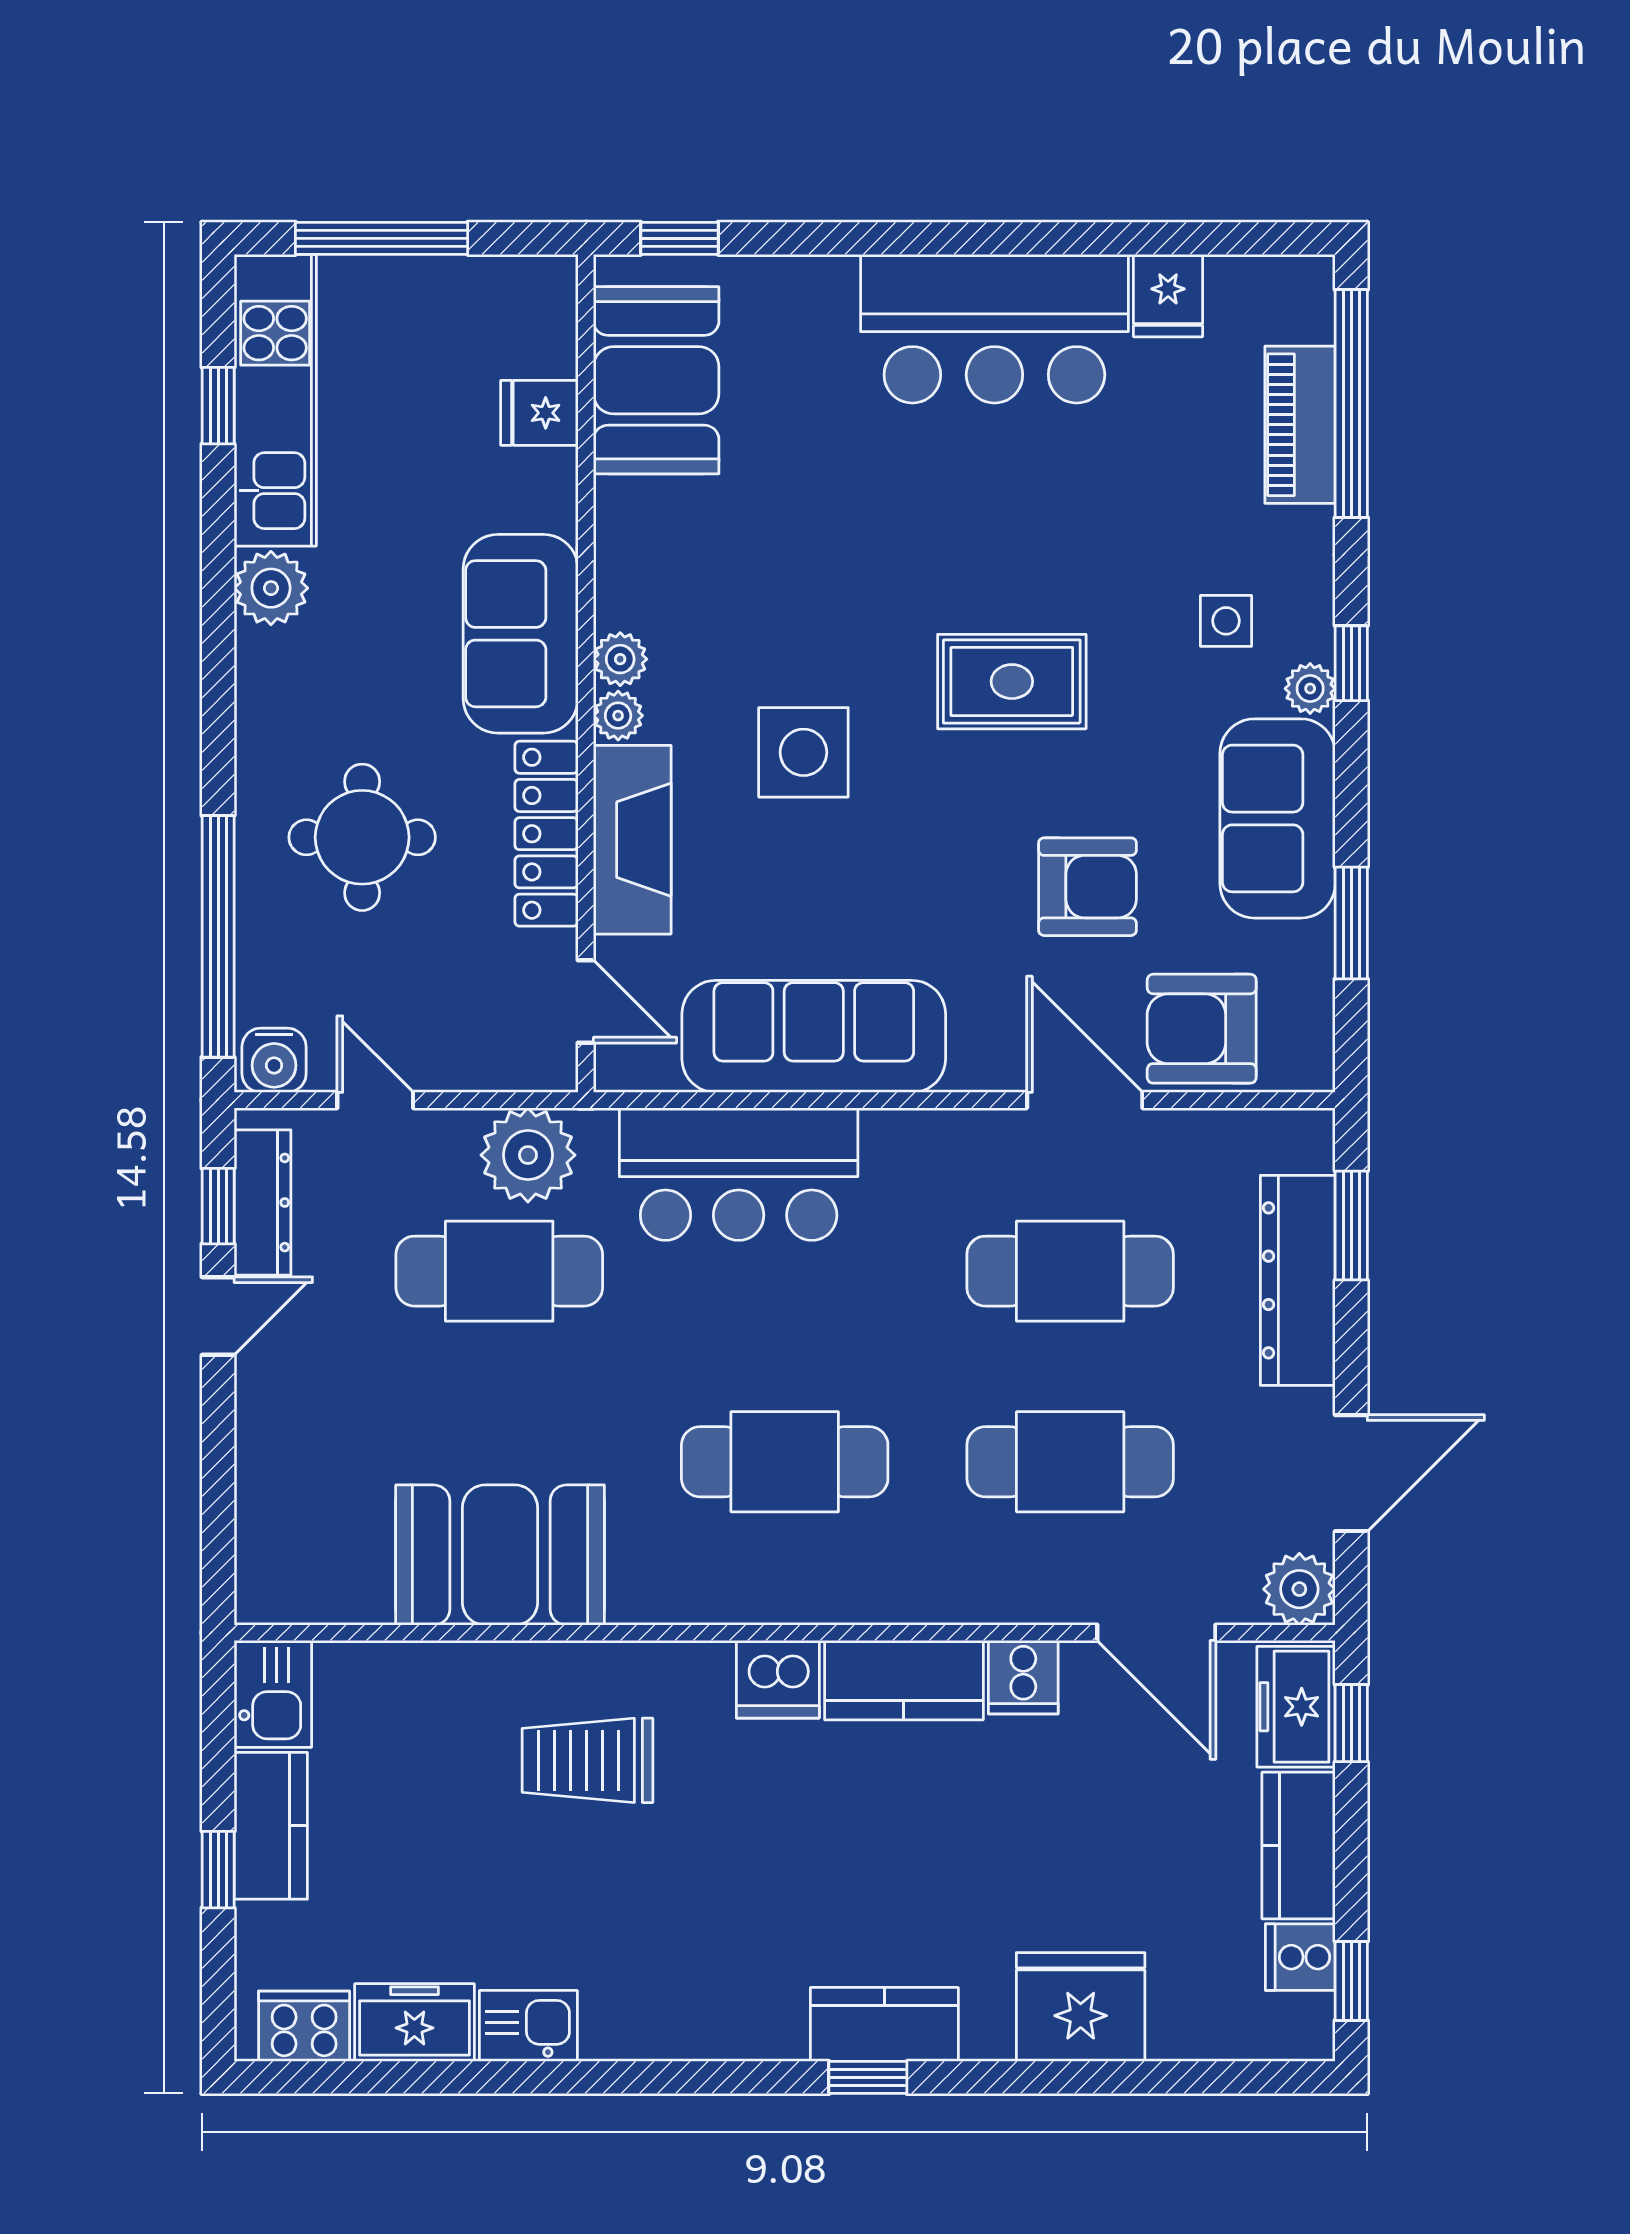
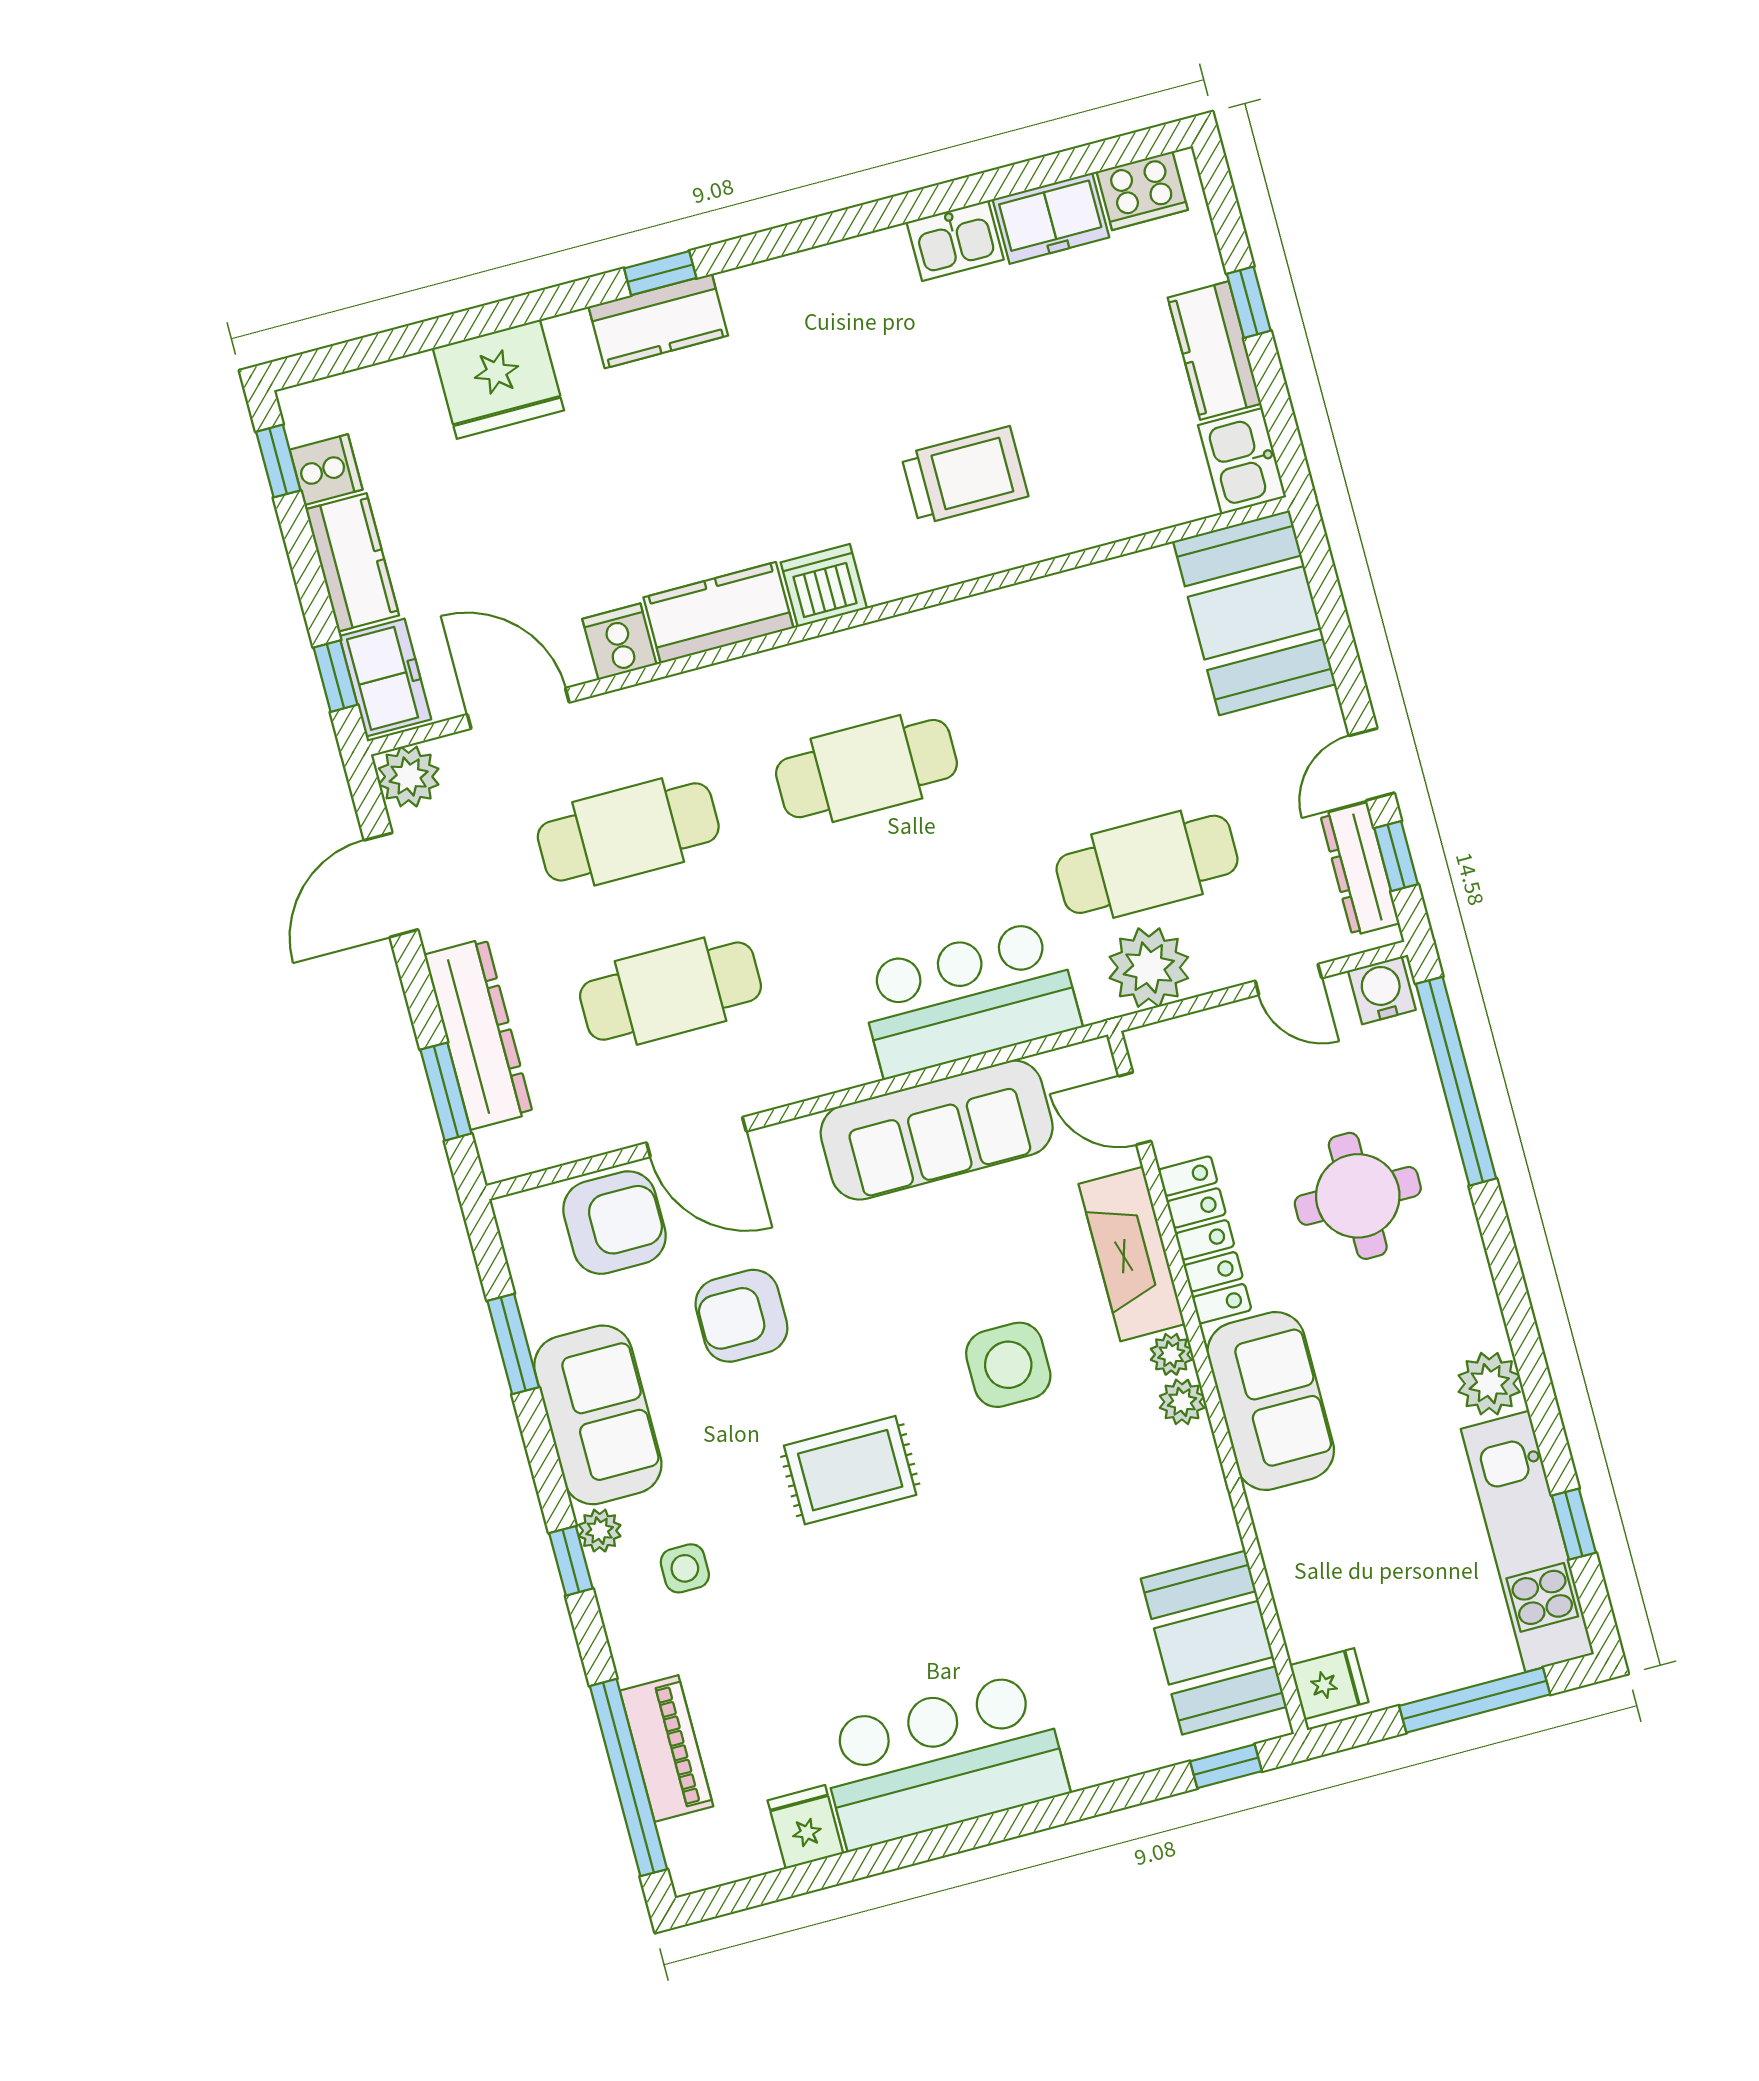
fridge: (539, 413) -> (1329, 1684), moved
booth: (500, 1555) -> (1254, 613), moved, turned 90

